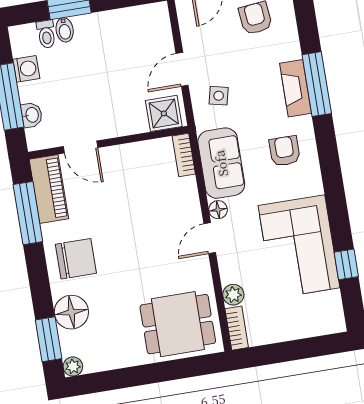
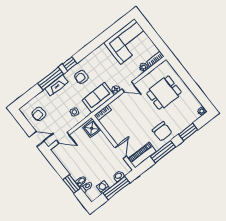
door: (182, 69) -> (63, 138), moved
window: (28, 213) -> (163, 152), moved
corner sofa: (299, 247) -> (128, 41), moved
chair: (76, 259) -> (162, 131), turned 180
window: (346, 264) -> (70, 64), moved
floor lamp: (71, 312) -> (182, 122), removed
dining table: (178, 324) -> (164, 93), moved, turned 90
window: (49, 339) -> (188, 132), moved

